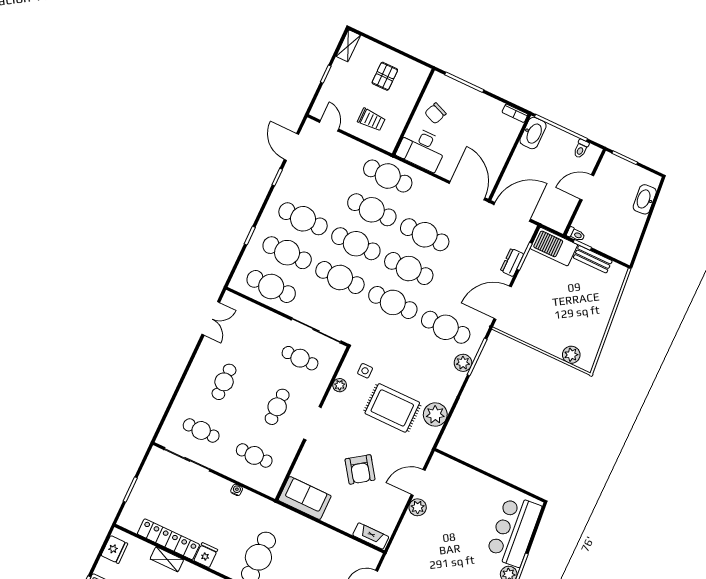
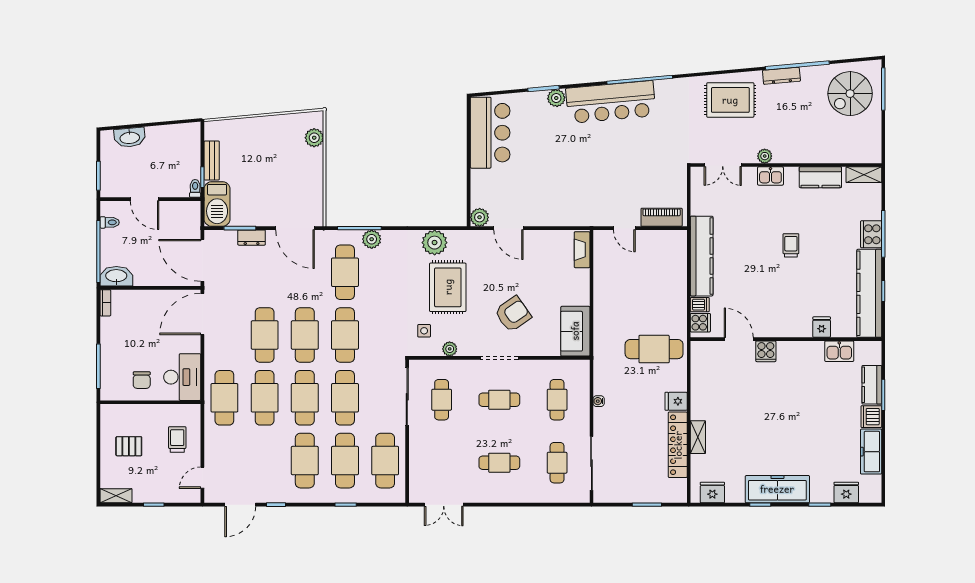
chair: (435, 113) -> (142, 380), turned 68
double door: (211, 318) -> (444, 505), swing flipped
armchair: (360, 469) -> (513, 314), moved
plant: (418, 507) -> (480, 217), moved
bar counter: (514, 531) -> (490, 133), moved, turned -85

